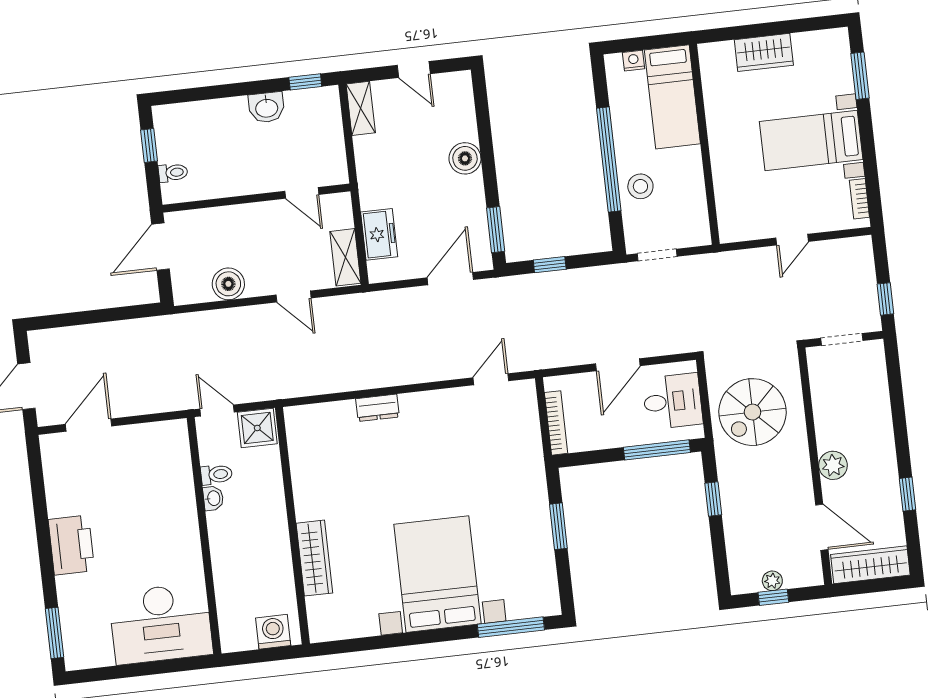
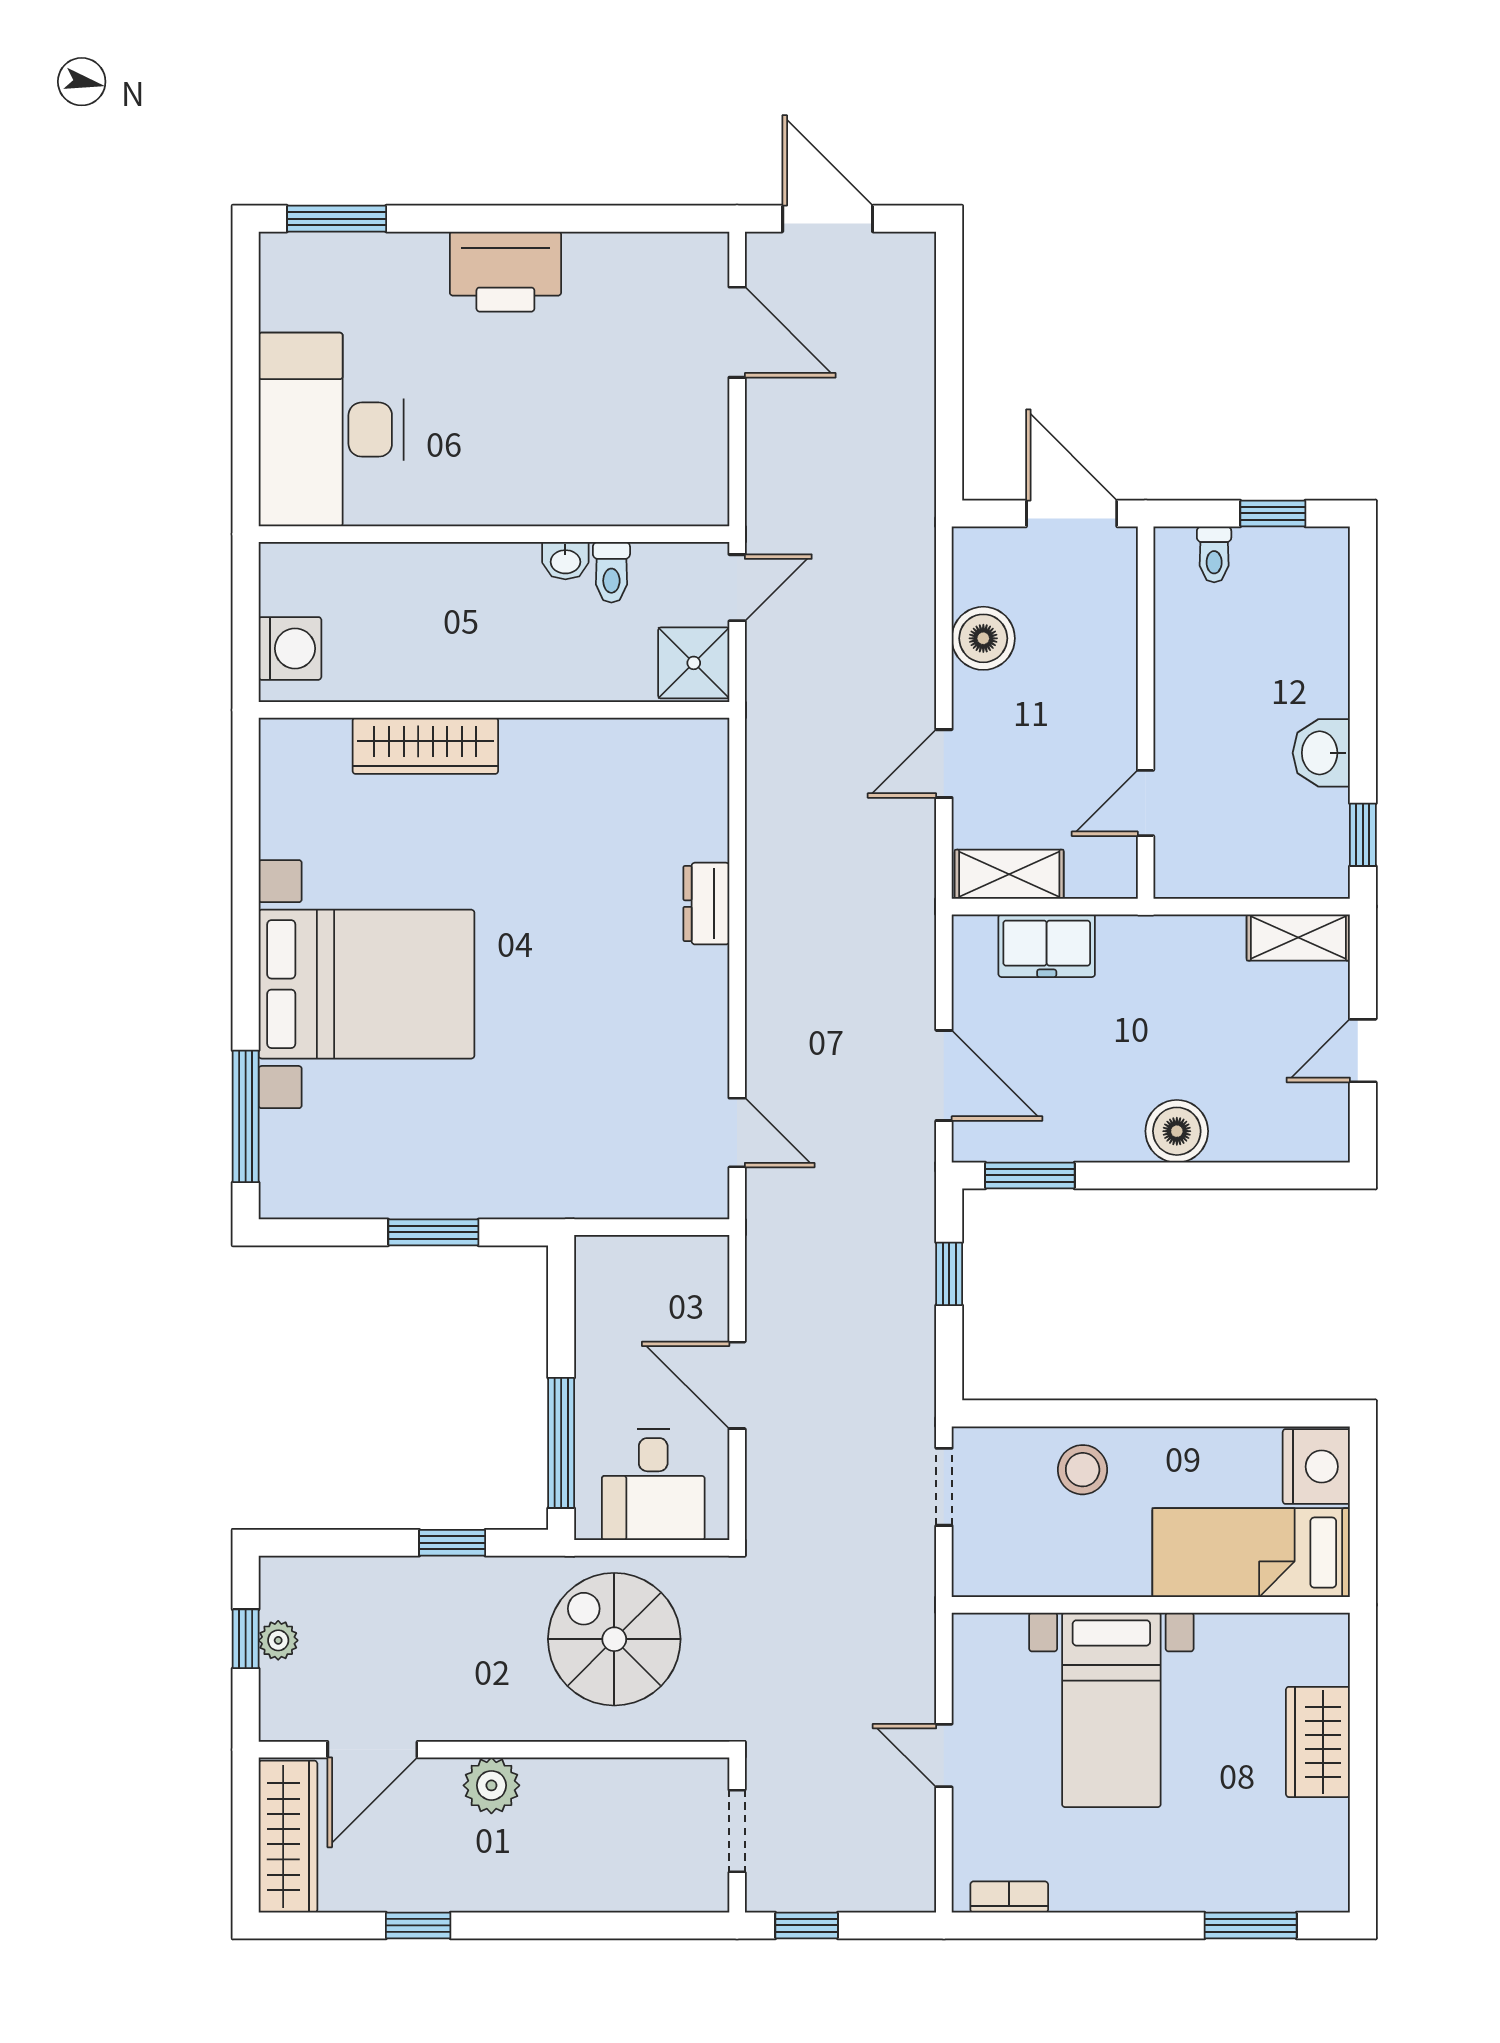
nightstand: (634, 61) -> (1316, 1467), width x1.89, depth x1.79
bed with nightstands: (811, 141) -> (1111, 1710), moved, turned 180
window: (609, 160) -> (1142, 1413), removed
bookcase: (556, 423) -> (637, 1251), removed

